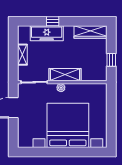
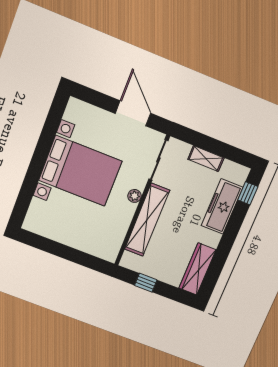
window: (53, 21) -> (248, 193), moved
shelving: (65, 75) -> (147, 220), width x1.47
bed with nightstands: (68, 125) -> (80, 171), width x0.73

